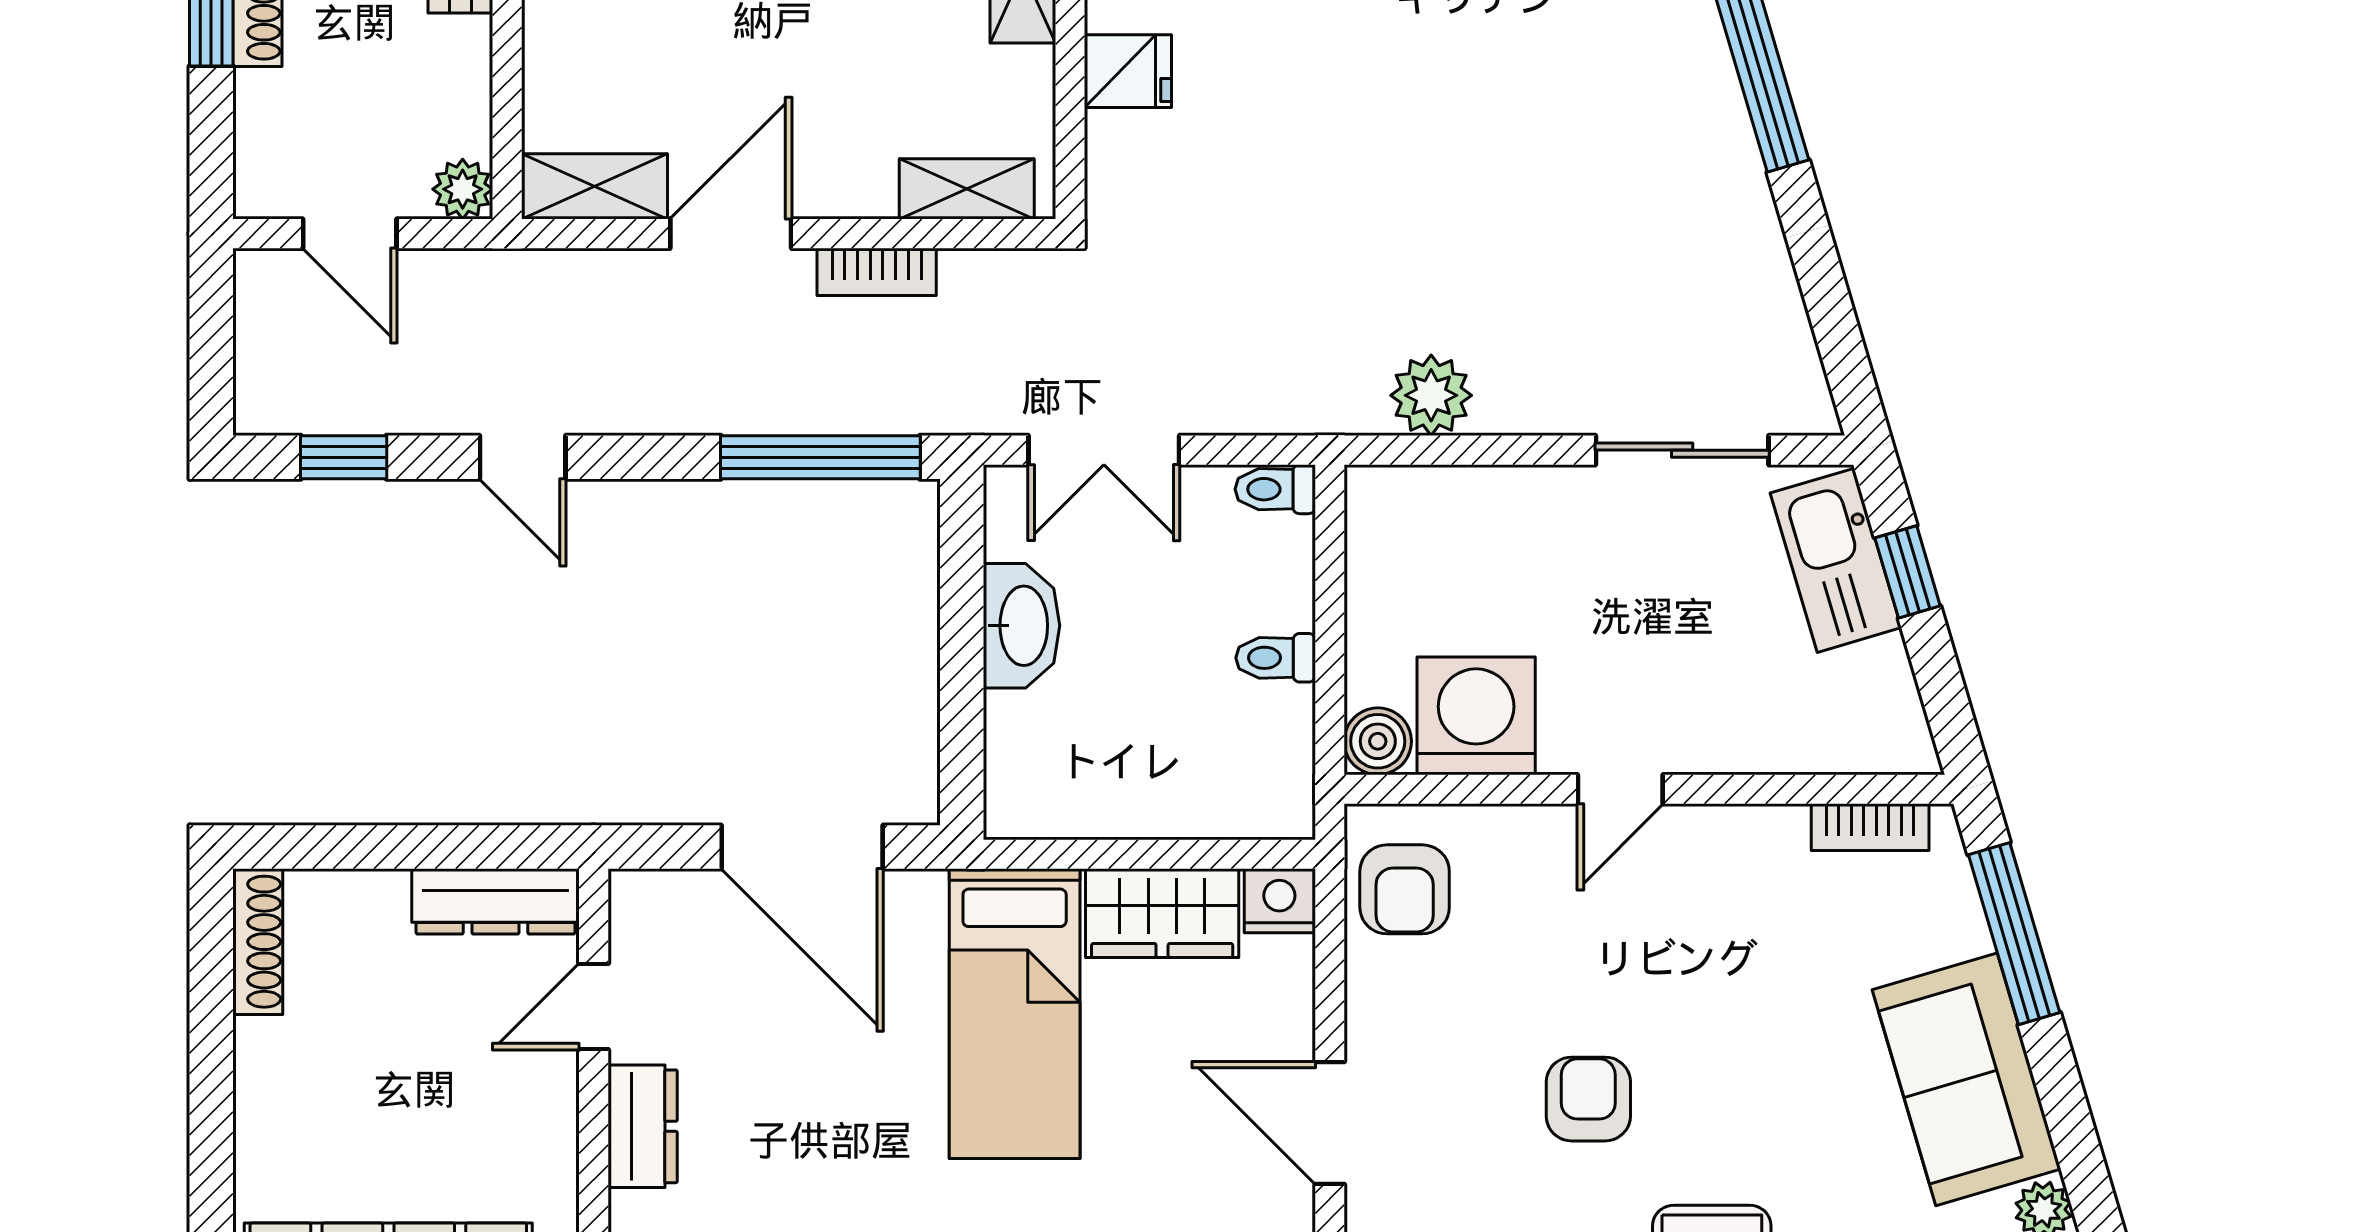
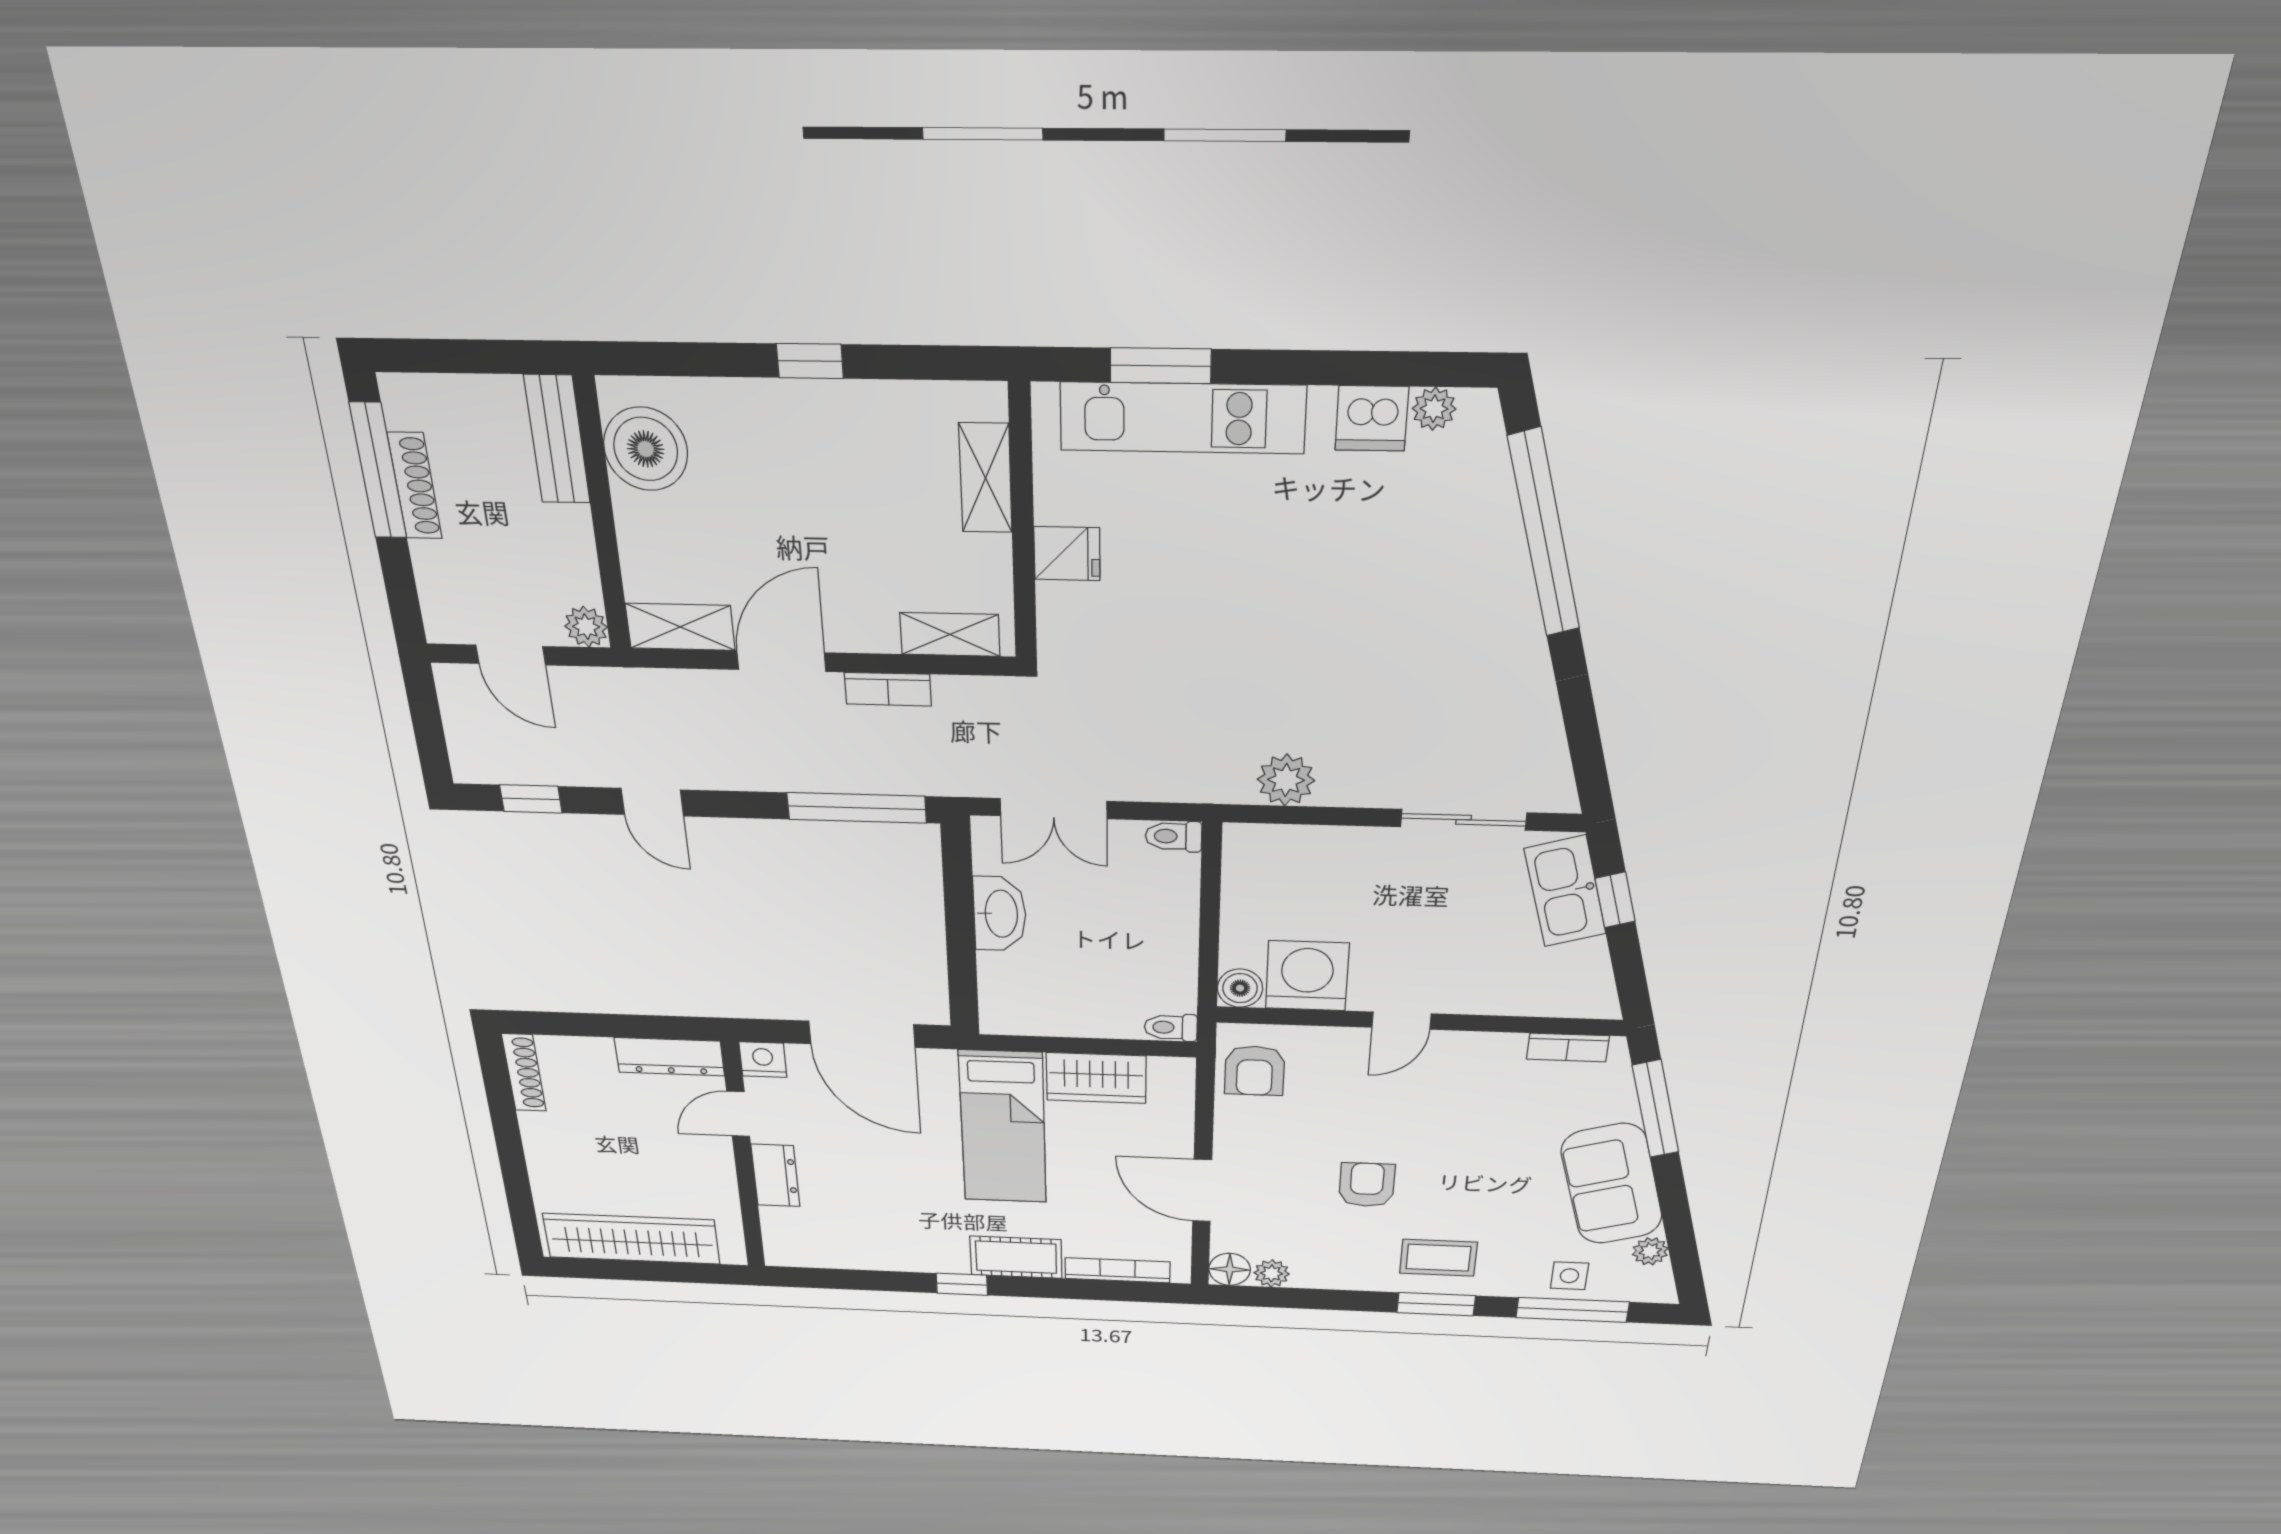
toilet: (1276, 658) -> (1171, 1027), moved
nightstand: (1279, 901) -> (763, 1060), moved

